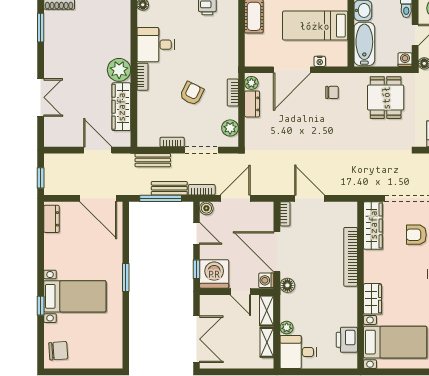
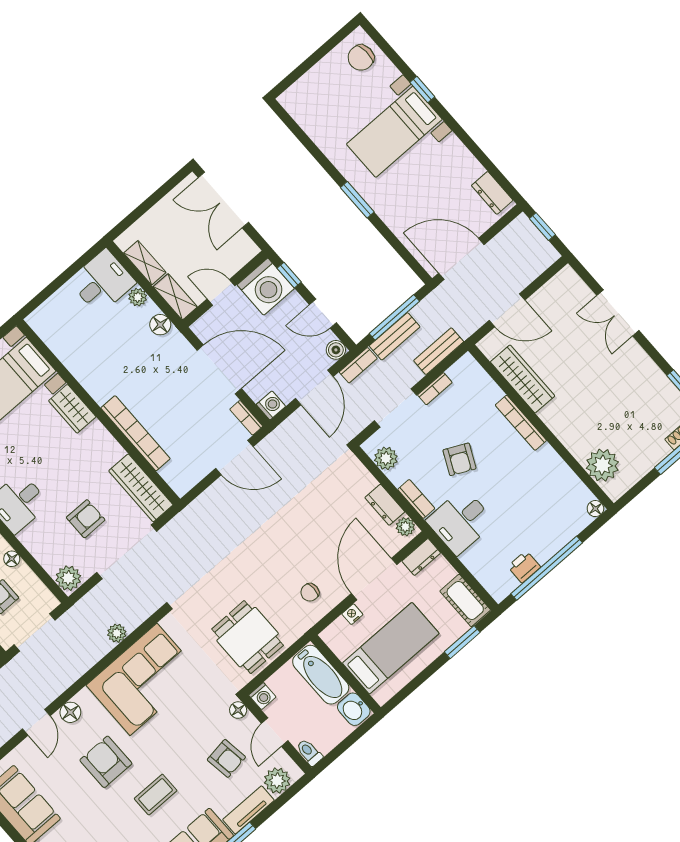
desk: (156, 45) -> (461, 521), moved, turned 180
dresser: (257, 60) -> (421, 557), added
plant: (119, 70) -> (602, 465), moved
bookcase: (142, 77) -> (521, 423), width x1.56
washing machine: (266, 280) -> (271, 405), moved
floor lamp: (287, 285) -> (160, 325), moved
printer: (347, 340) -> (61, 341), removed

